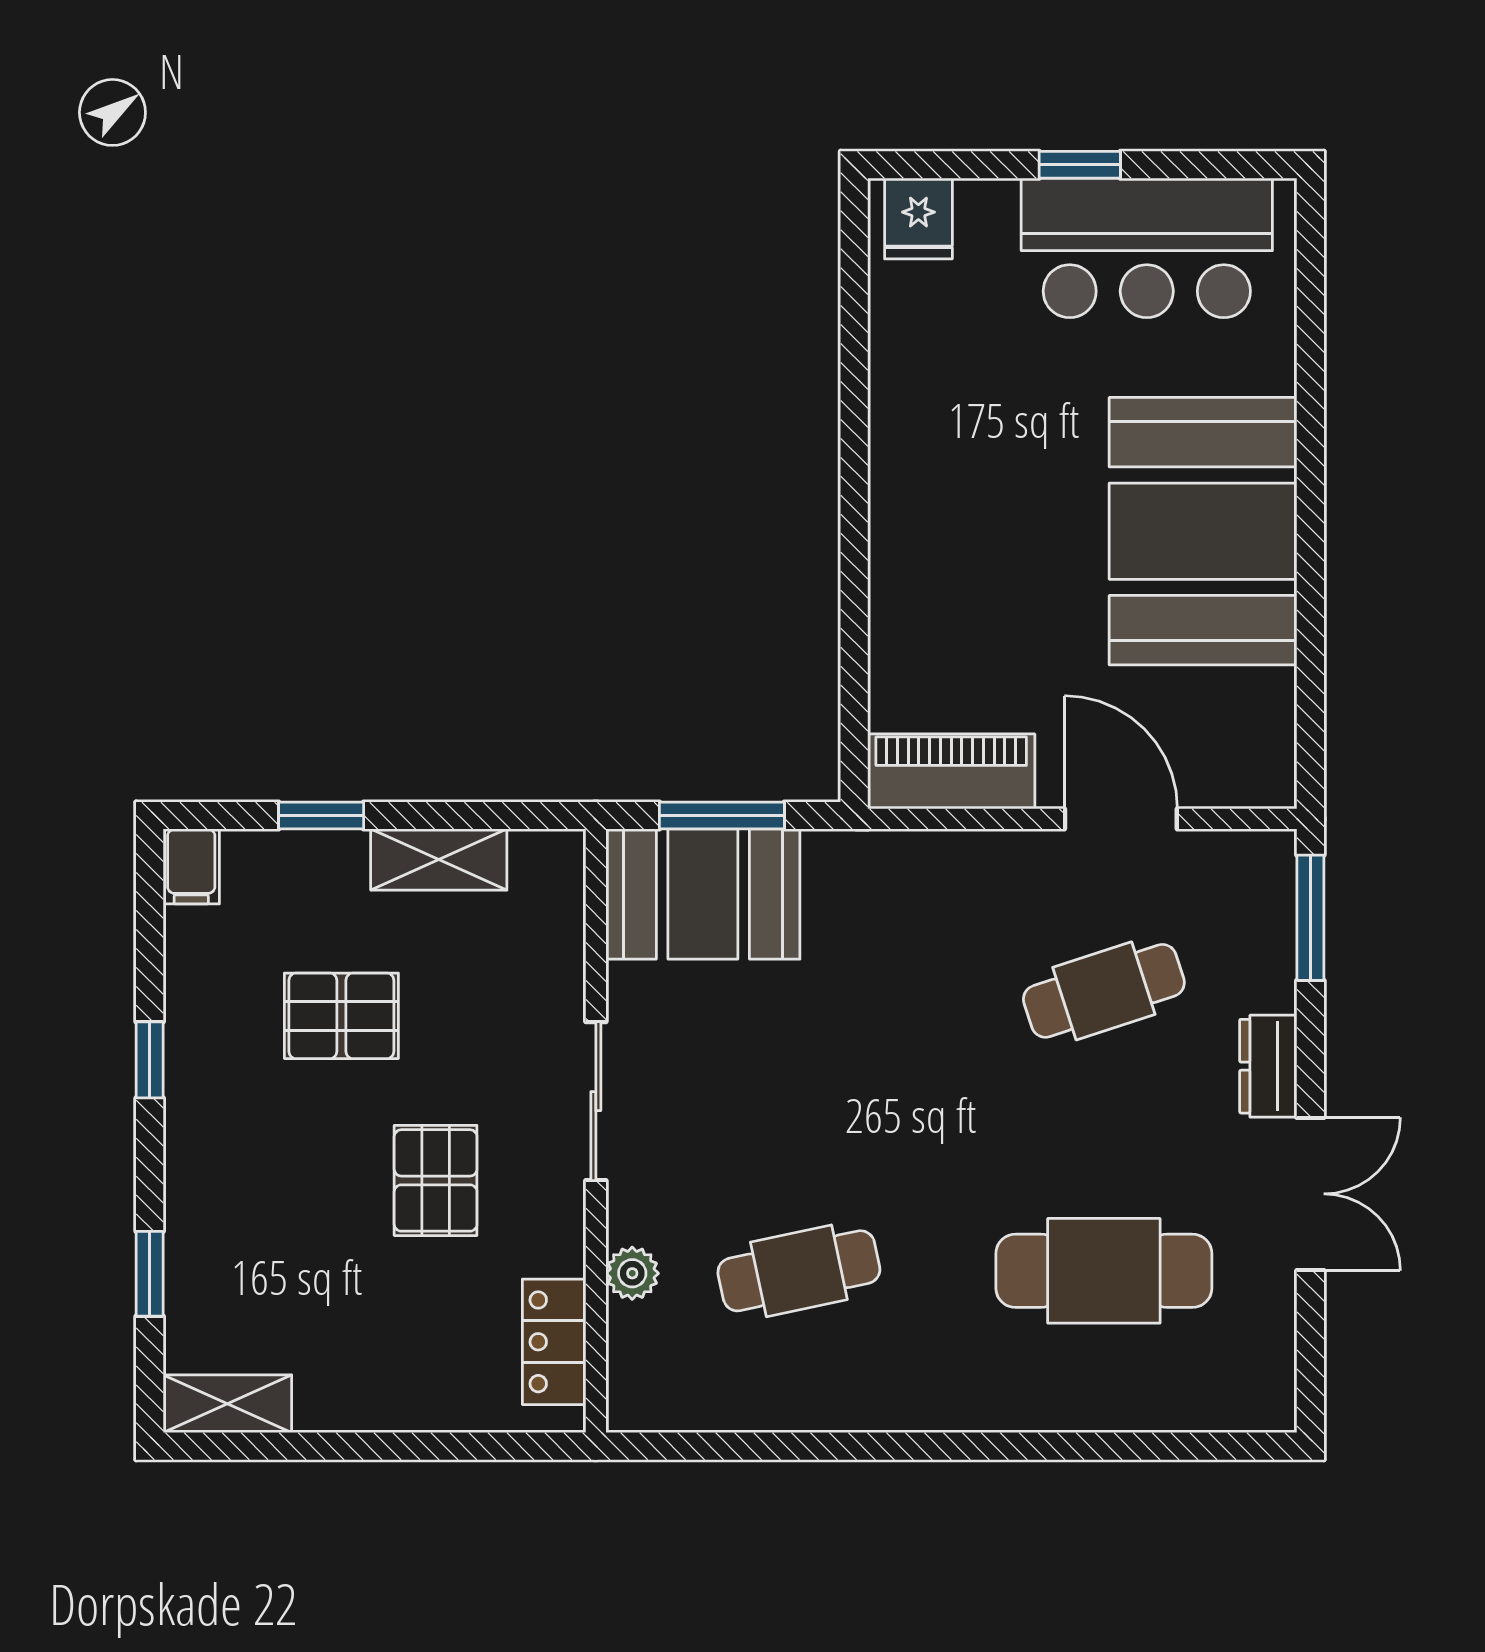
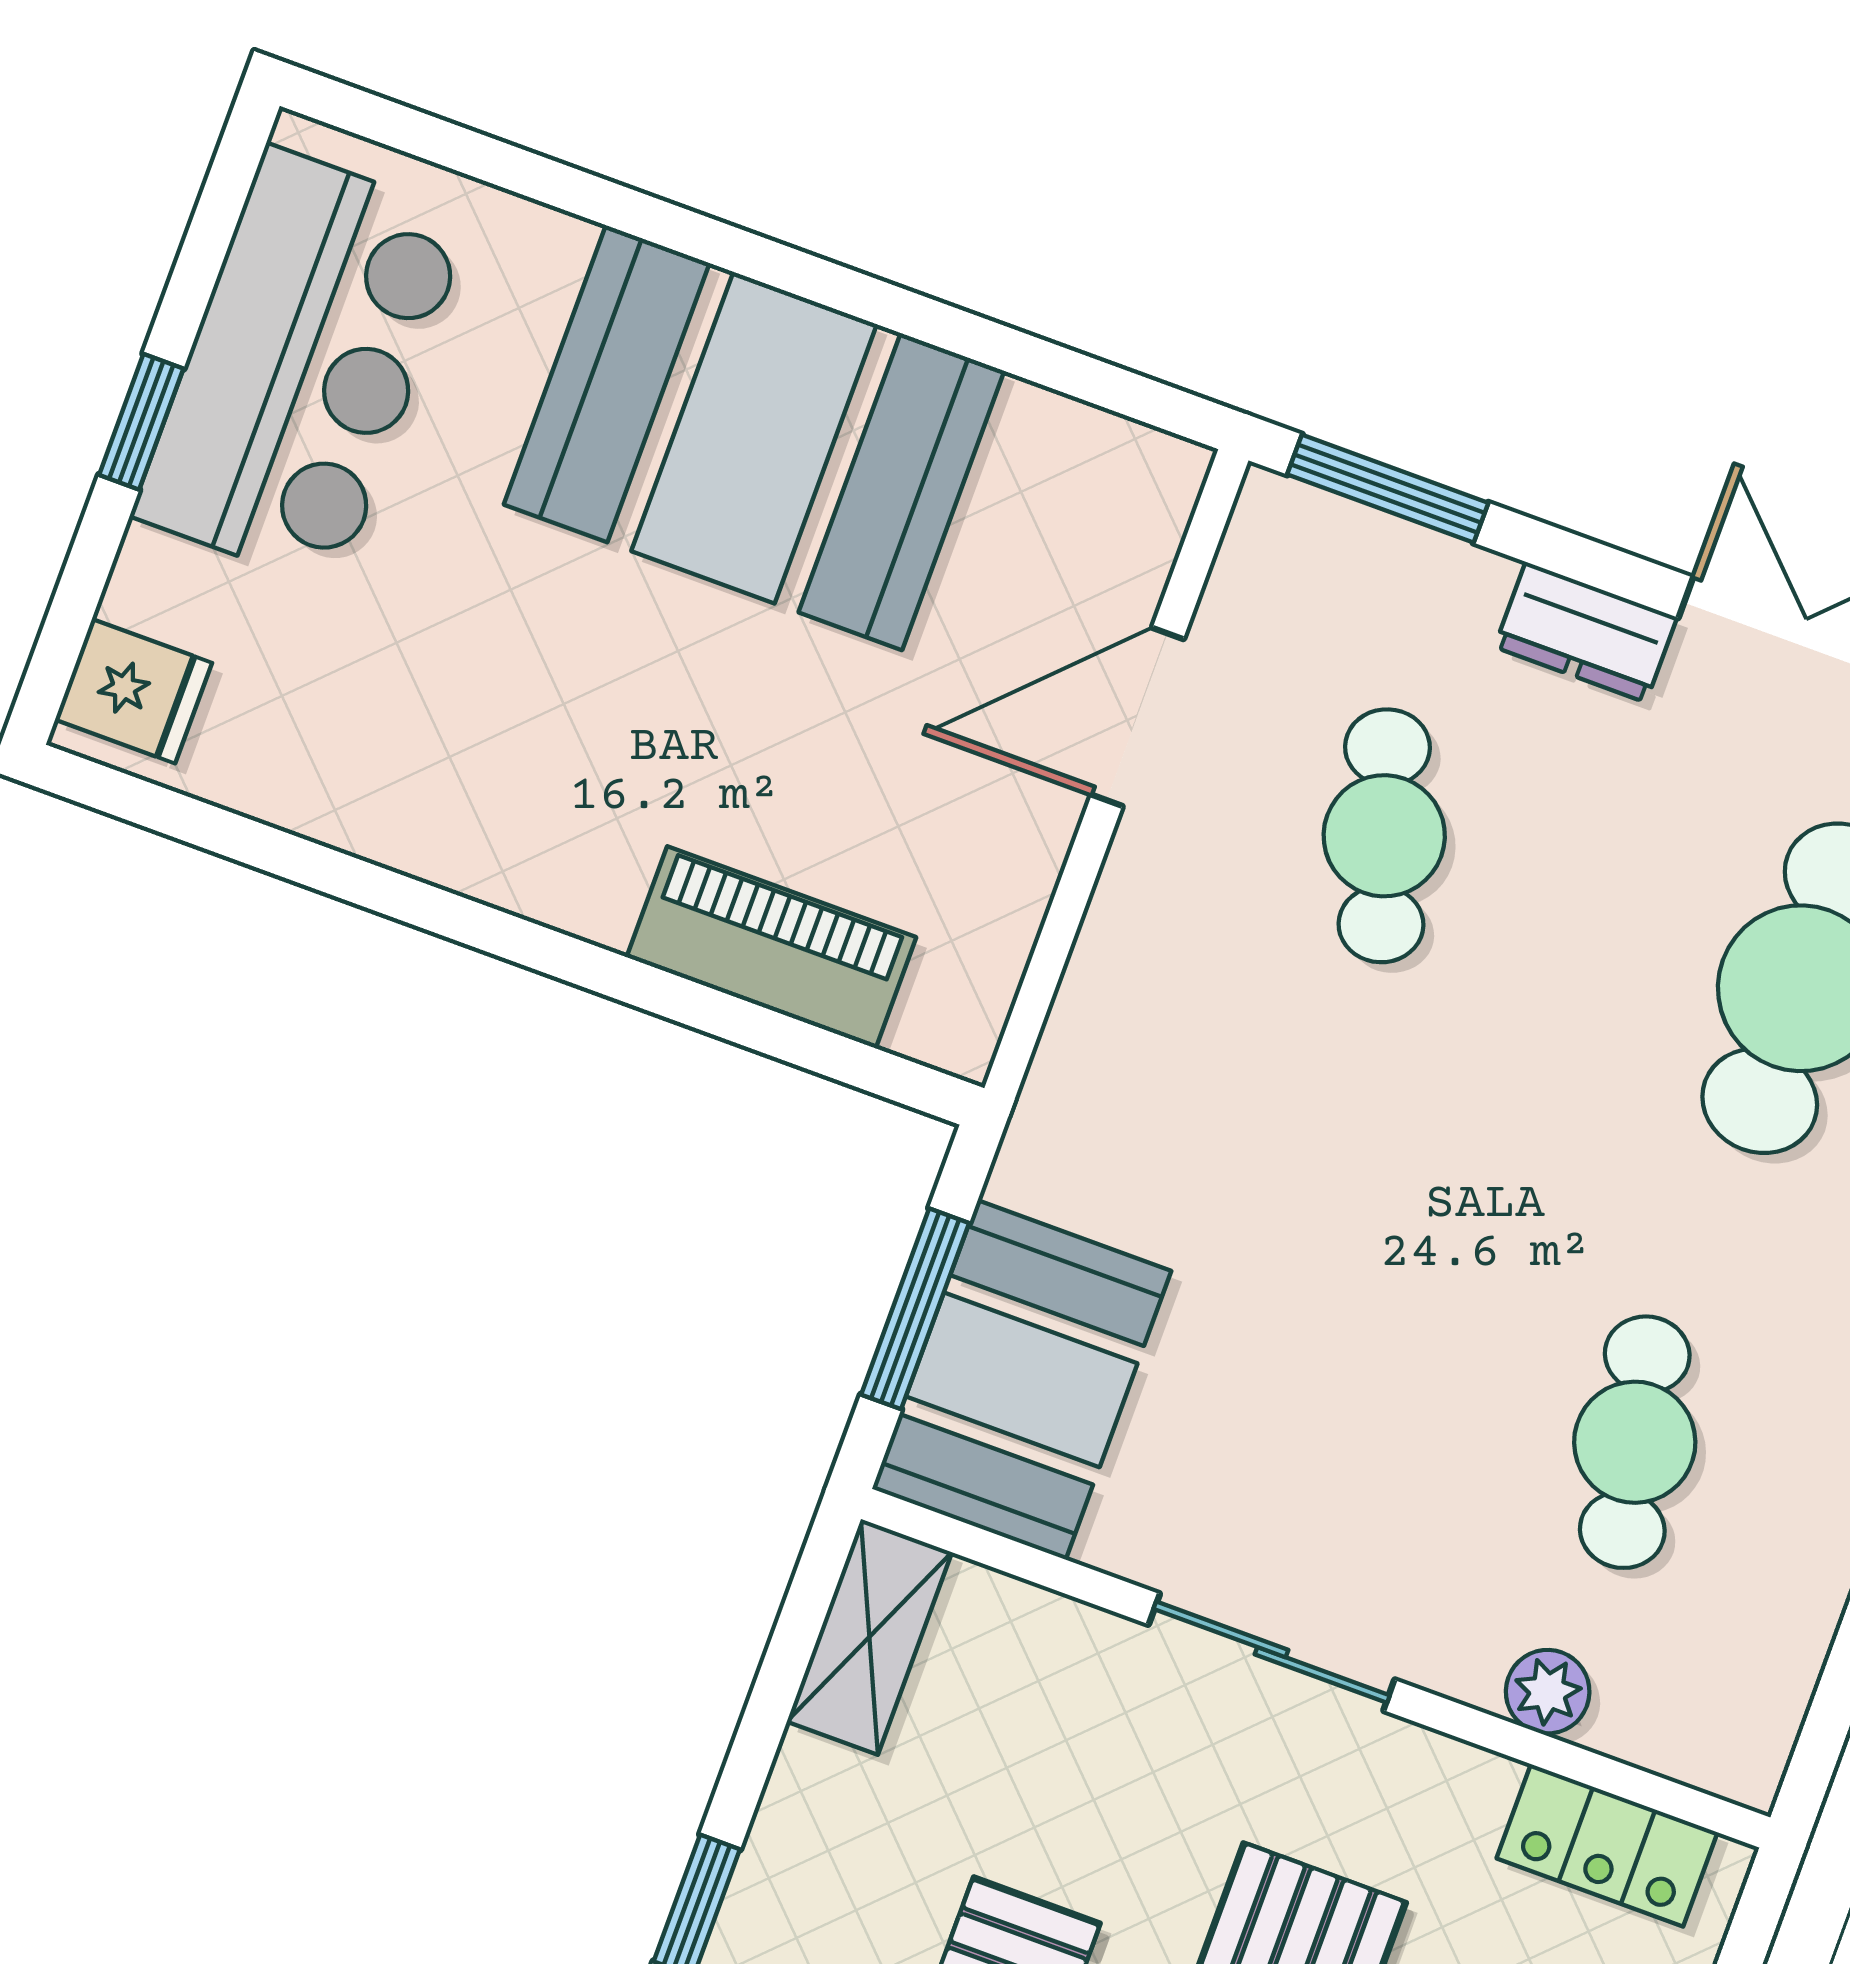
piano: (951, 771) -> (771, 947), moved, turned 90
shelving: (439, 860) -> (869, 1637), moved

